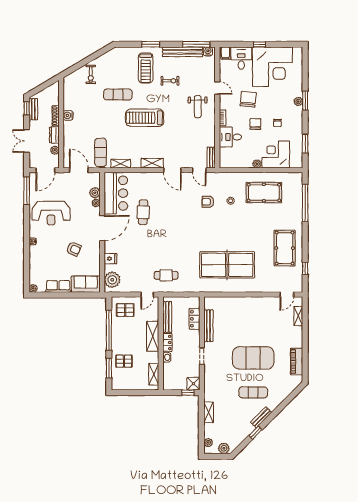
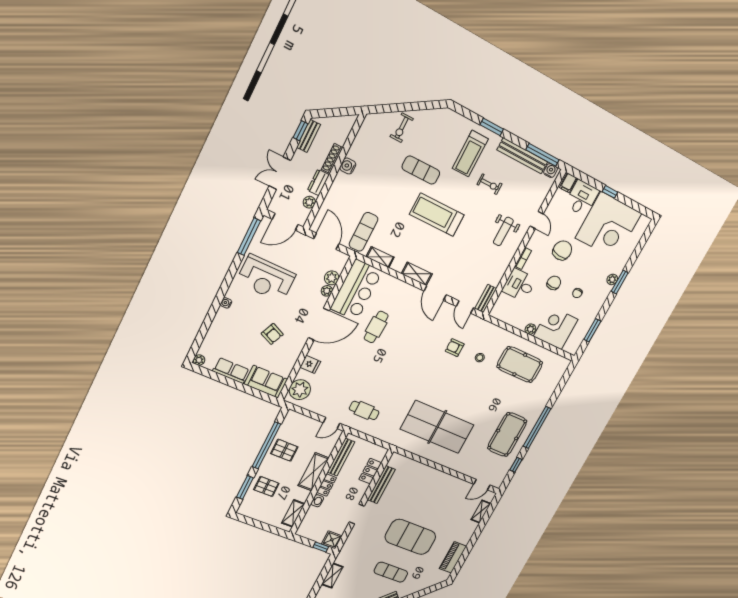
window: (305, 203) -> (537, 427), moved
pallet: (125, 310) -> (284, 450), moved

